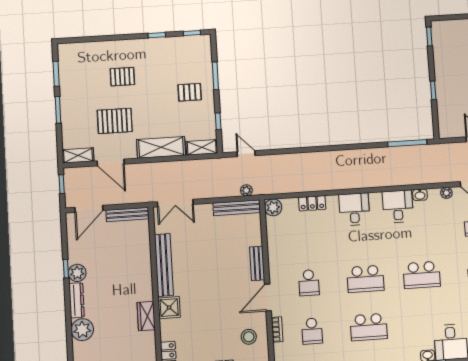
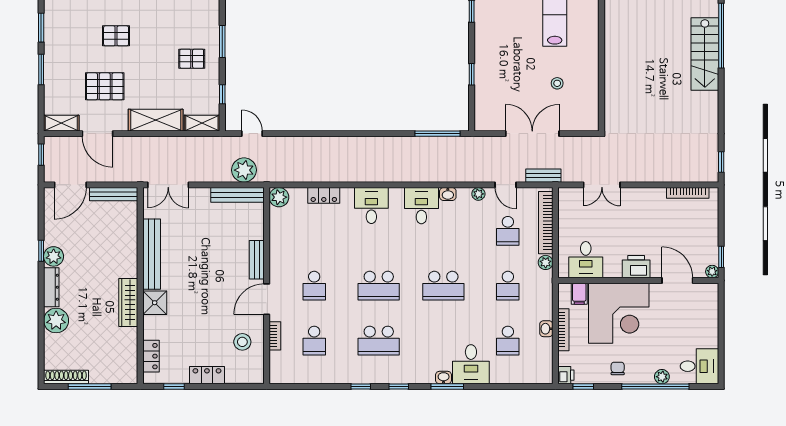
plant: (246, 190) -> (244, 170), width x1.88, depth x1.88
wardrobe: (146, 316) -> (128, 302), width x1.50

